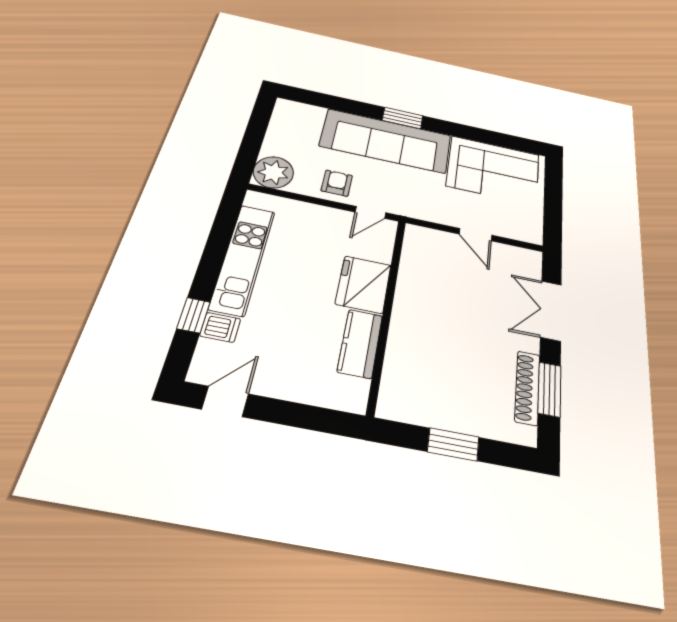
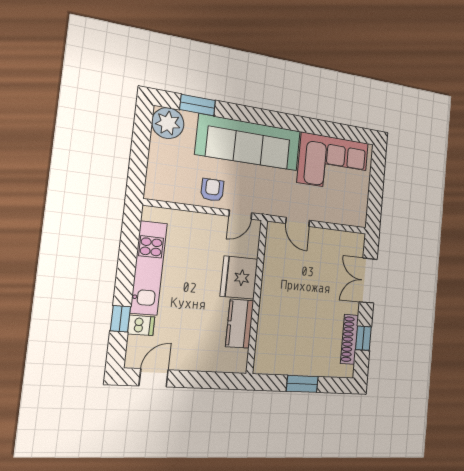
window: (403, 118) -> (198, 105), moved
plant: (273, 172) -> (168, 123), moved
door: (476, 235) -> (298, 222), moved
window: (550, 389) -> (363, 338), width x0.67

